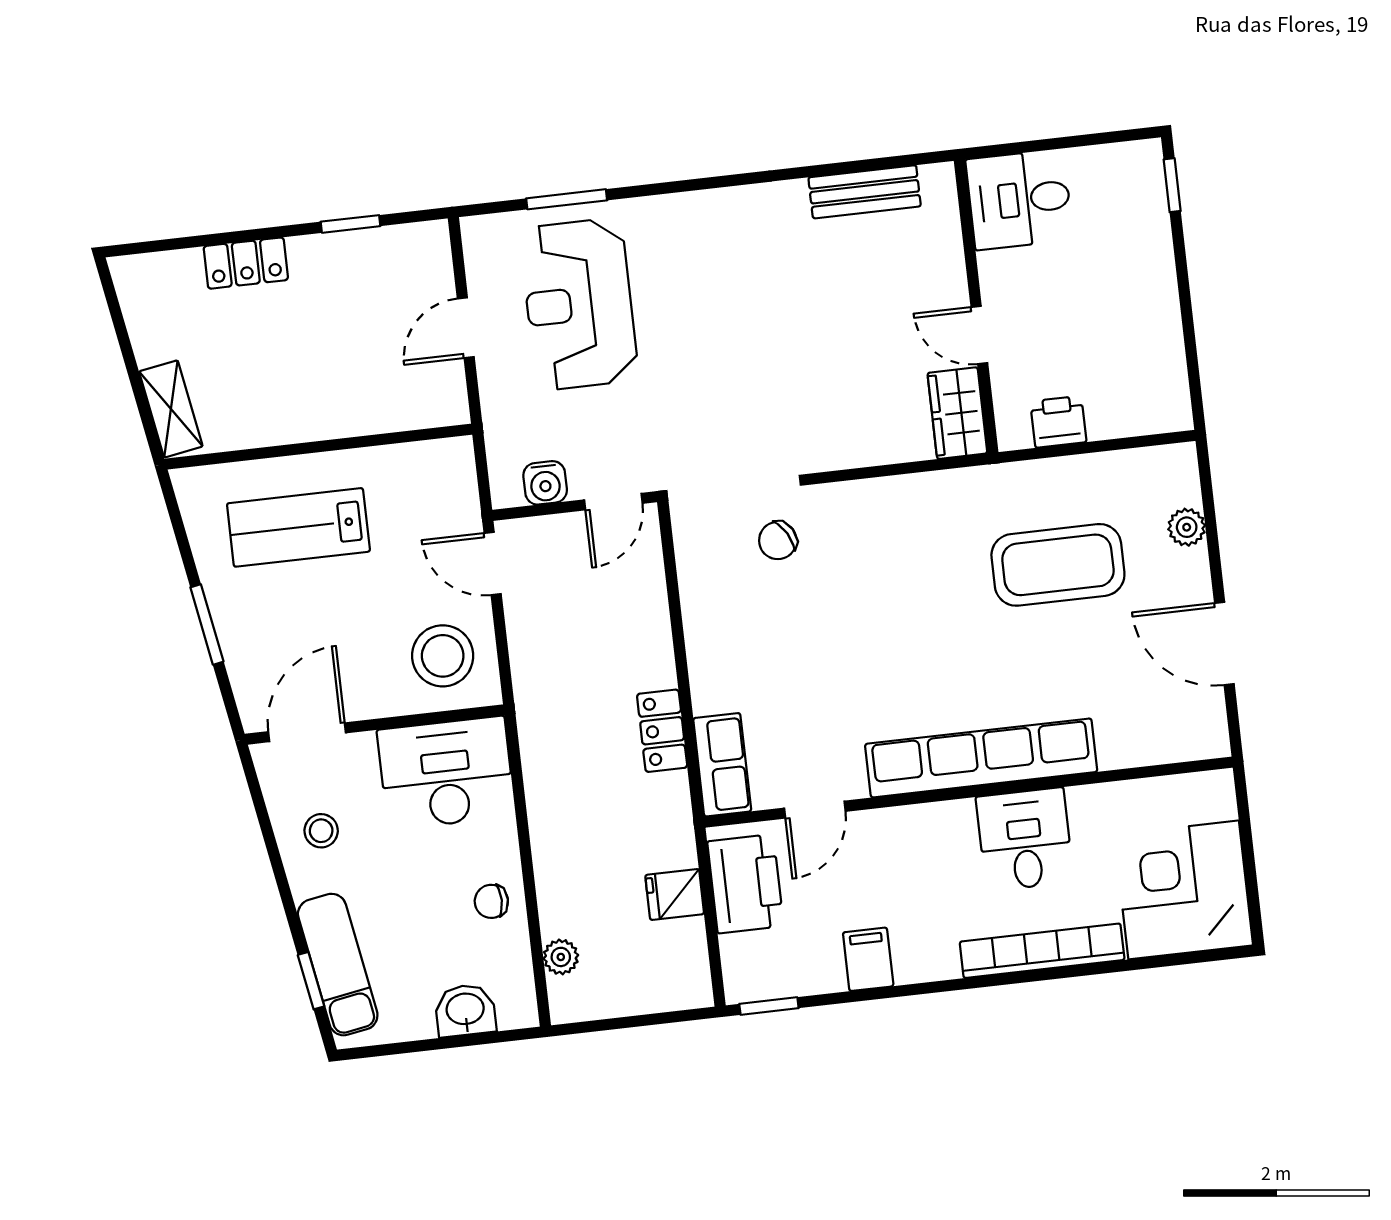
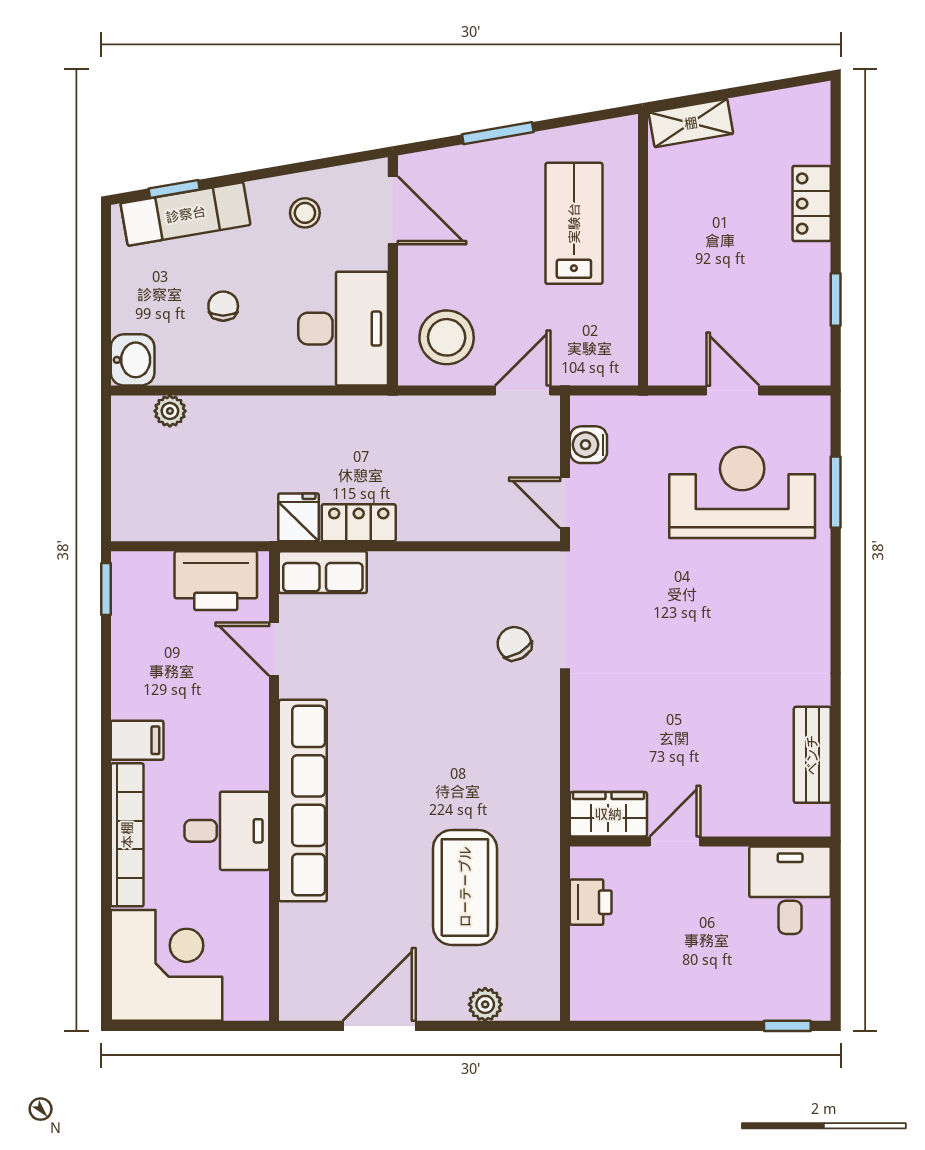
fridge: (675, 895) -> (298, 517), moved
chair: (491, 901) -> (223, 306), moved
filing cabinet: (868, 959) -> (137, 740), moved
washbasin: (465, 1010) -> (133, 360), moved

